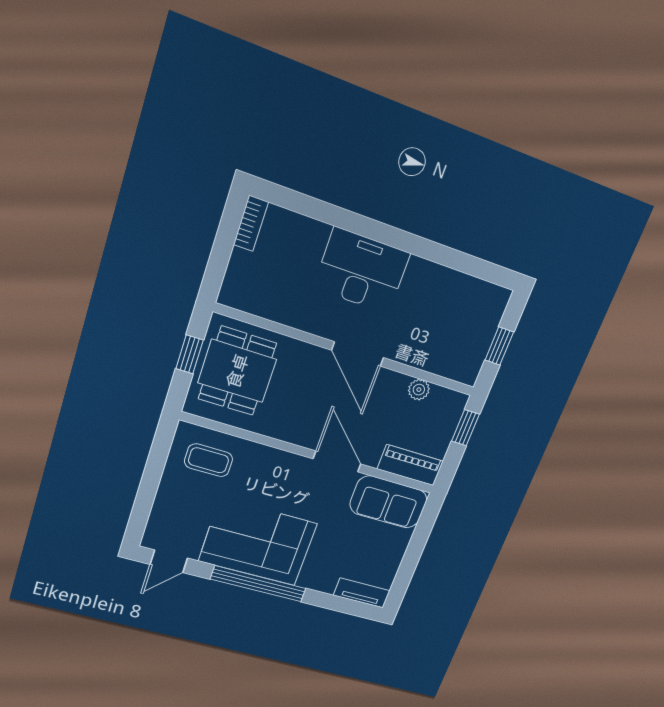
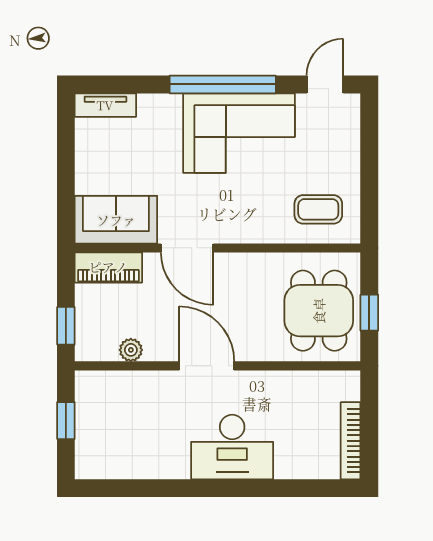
bookcase: (251, 223) -> (351, 441), width x1.56

